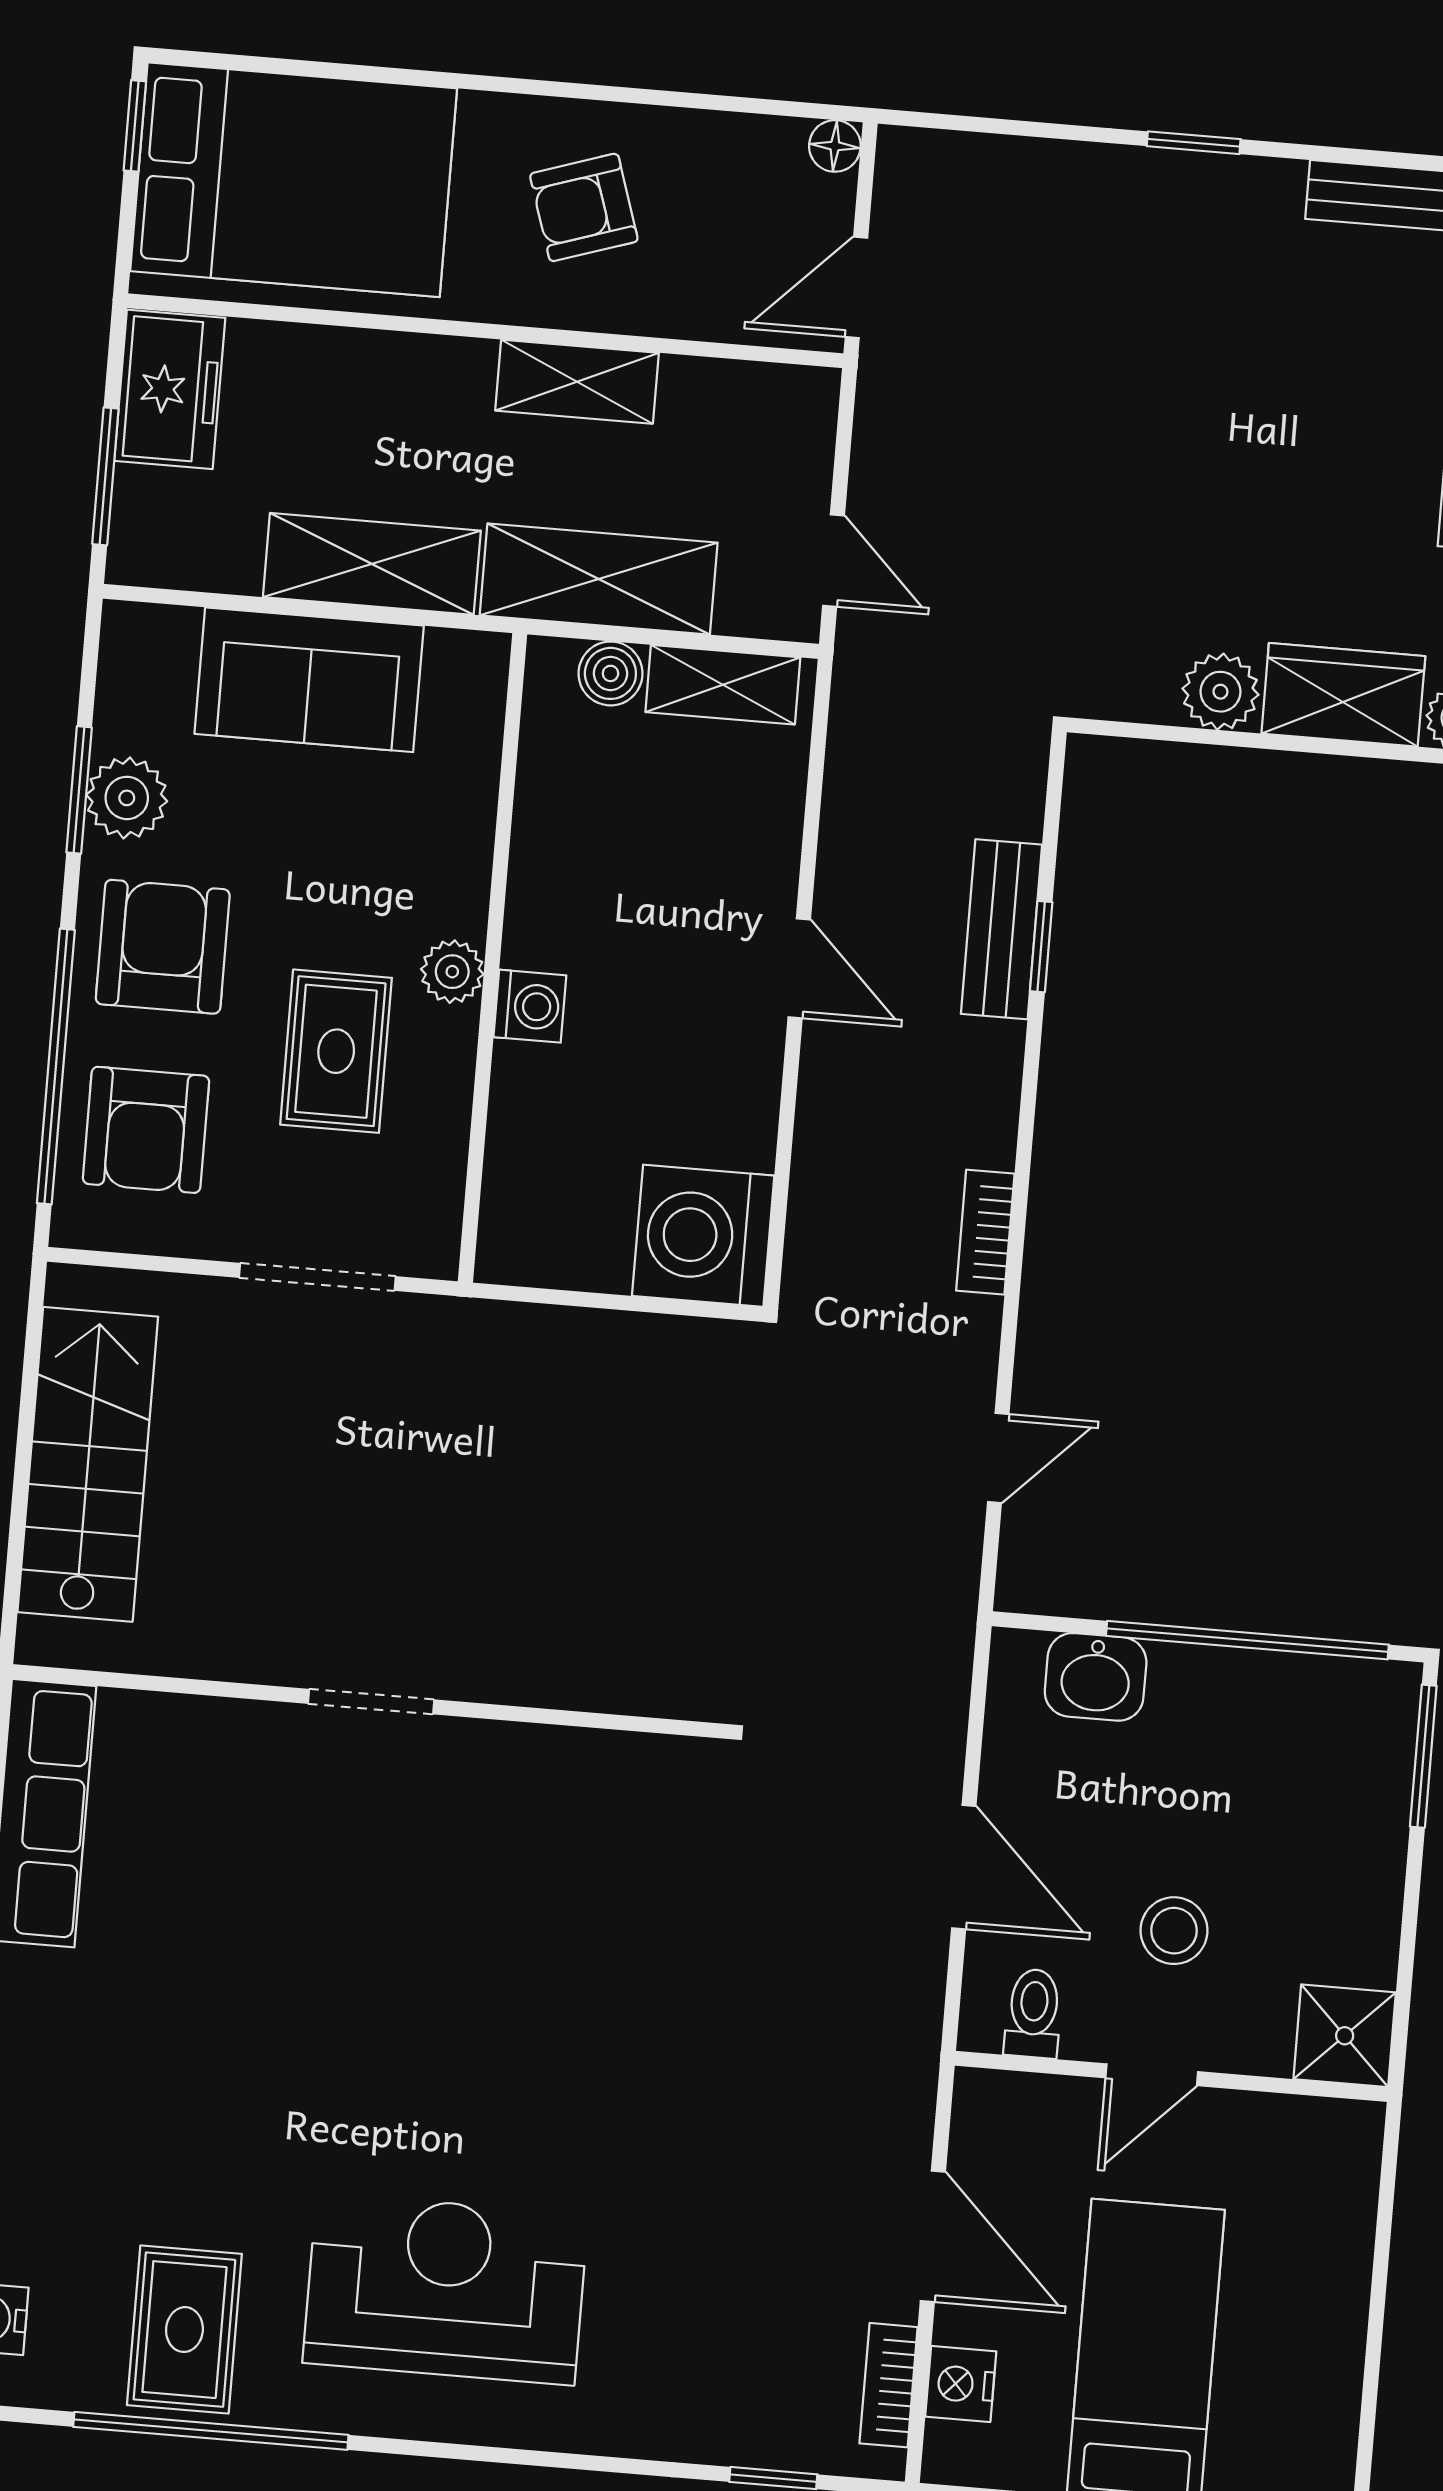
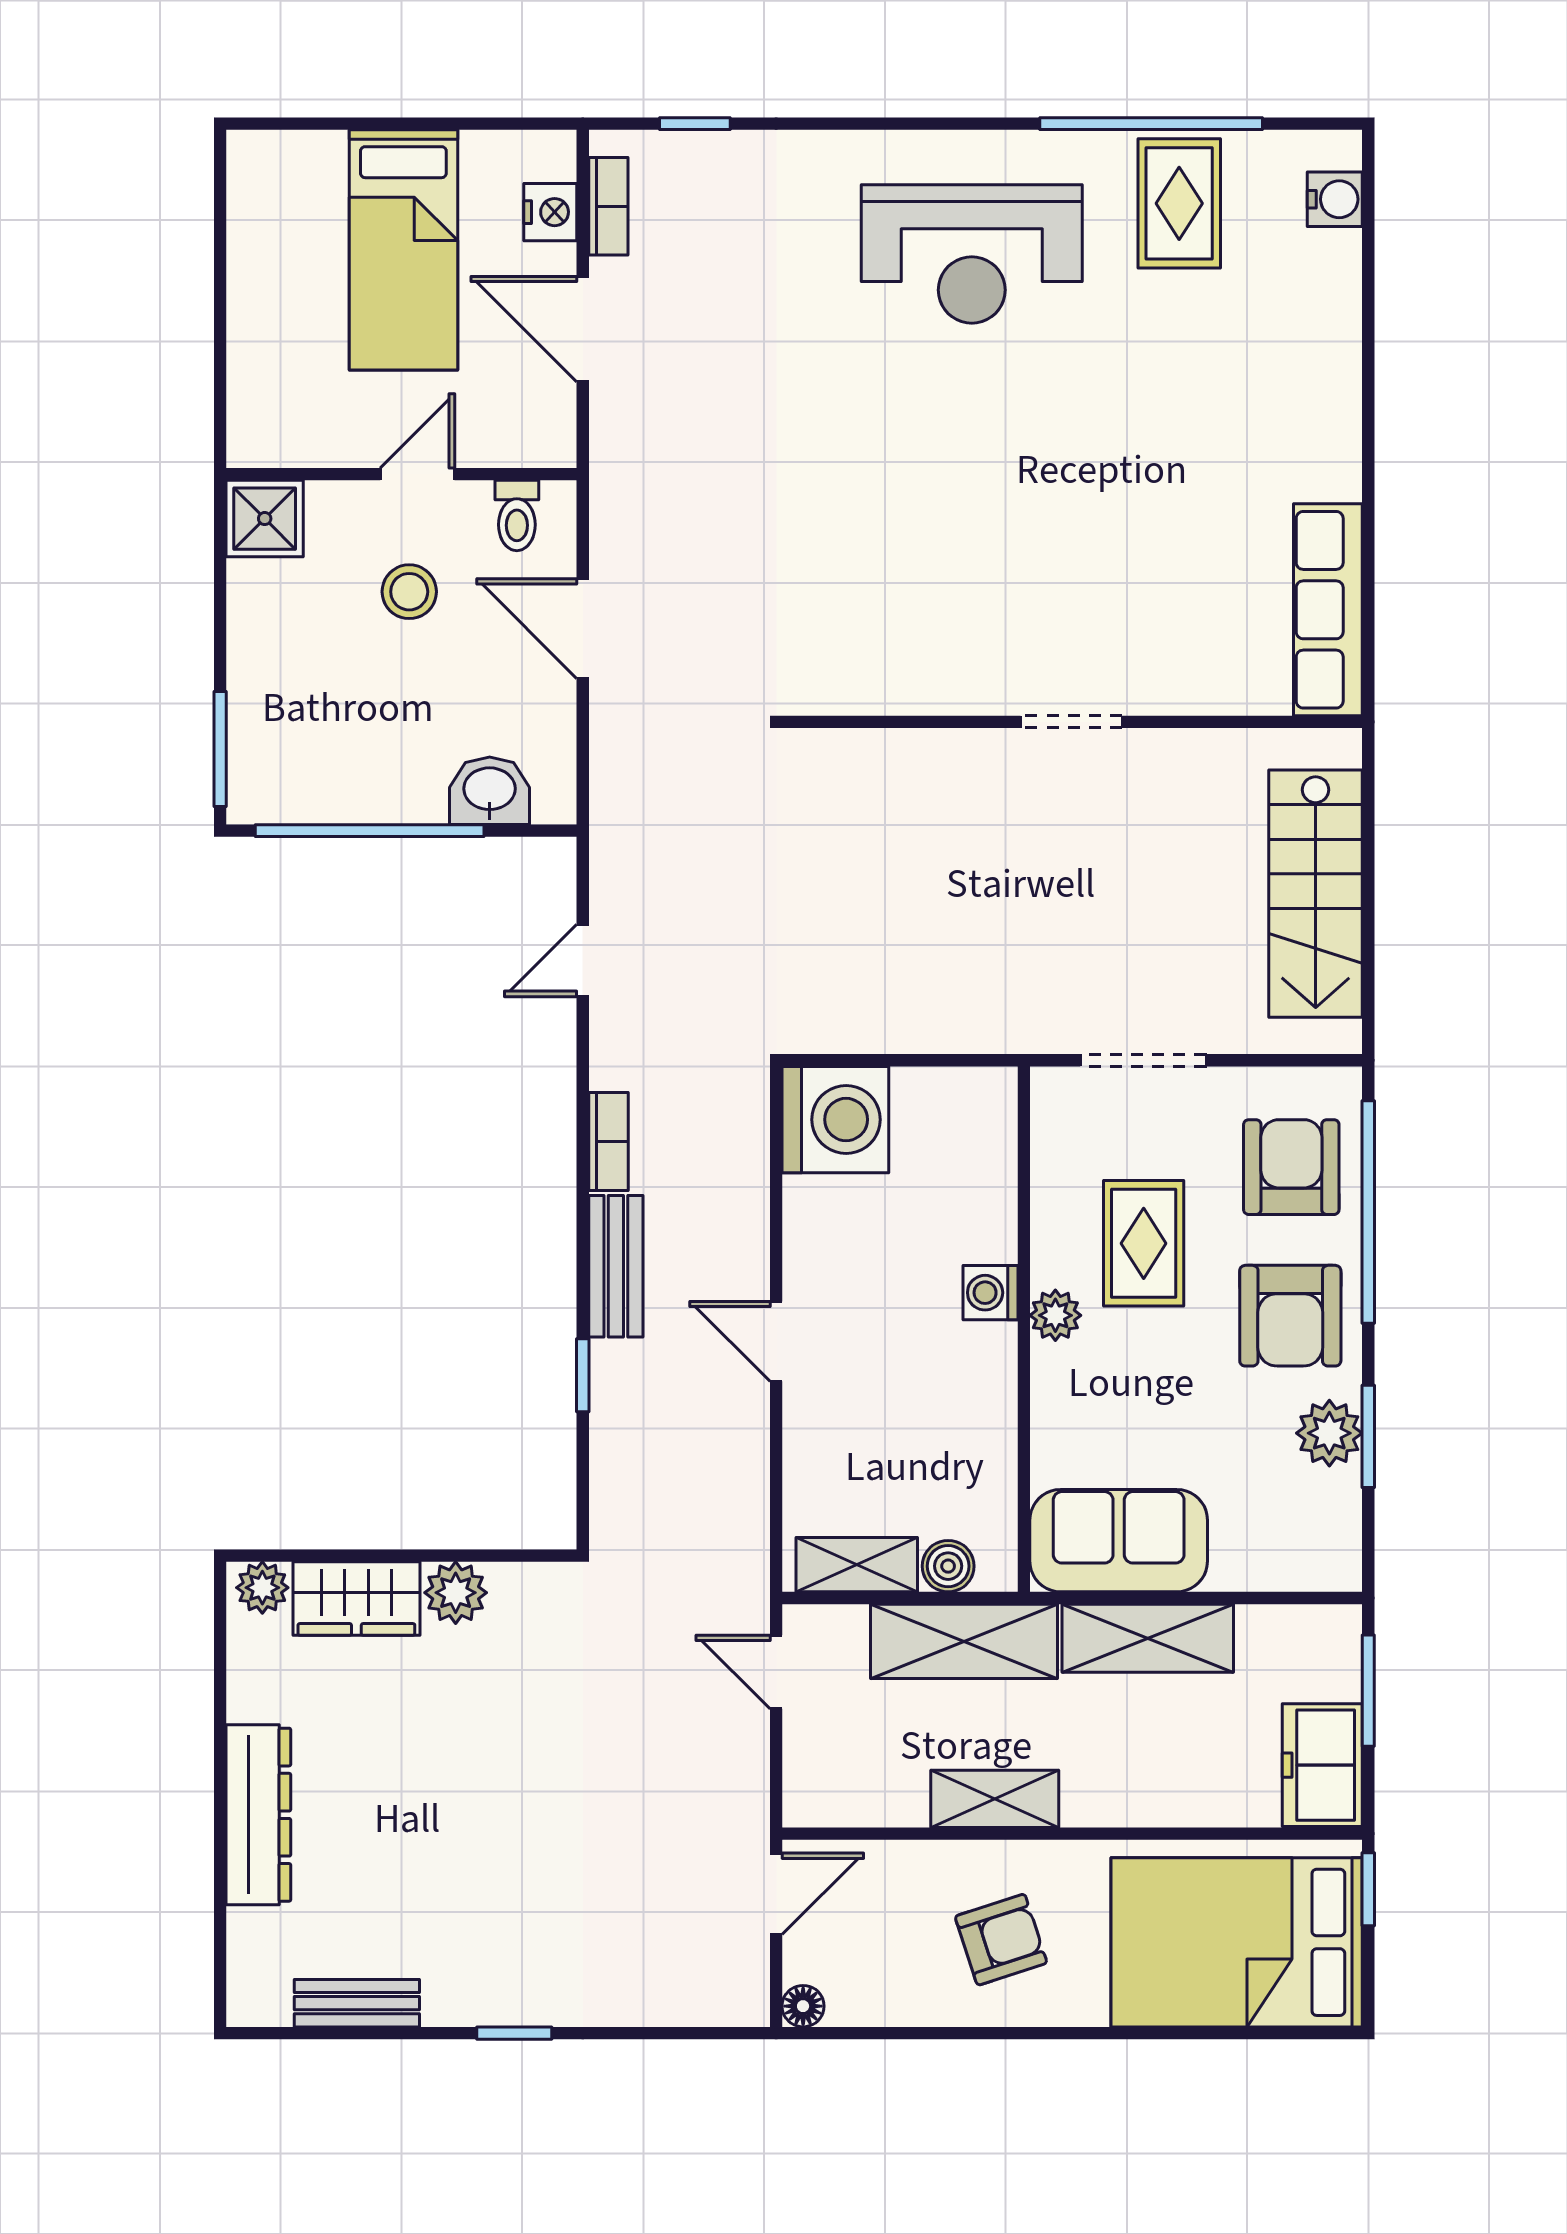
window: (135, 126) -> (1368, 1889), moved
sofa: (309, 680) -> (1119, 1541), moved
bench: (1002, 929) -> (616, 1266), moved

